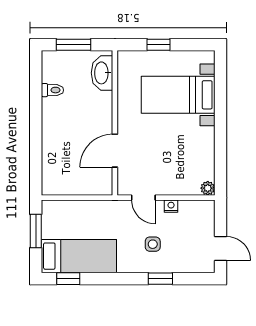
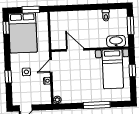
bed with nightstands: (178, 95) -> (113, 69), moved, turned 180
window: (221, 114) -> (97, 105), added
bed: (79, 256) -> (23, 33), width x1.50

